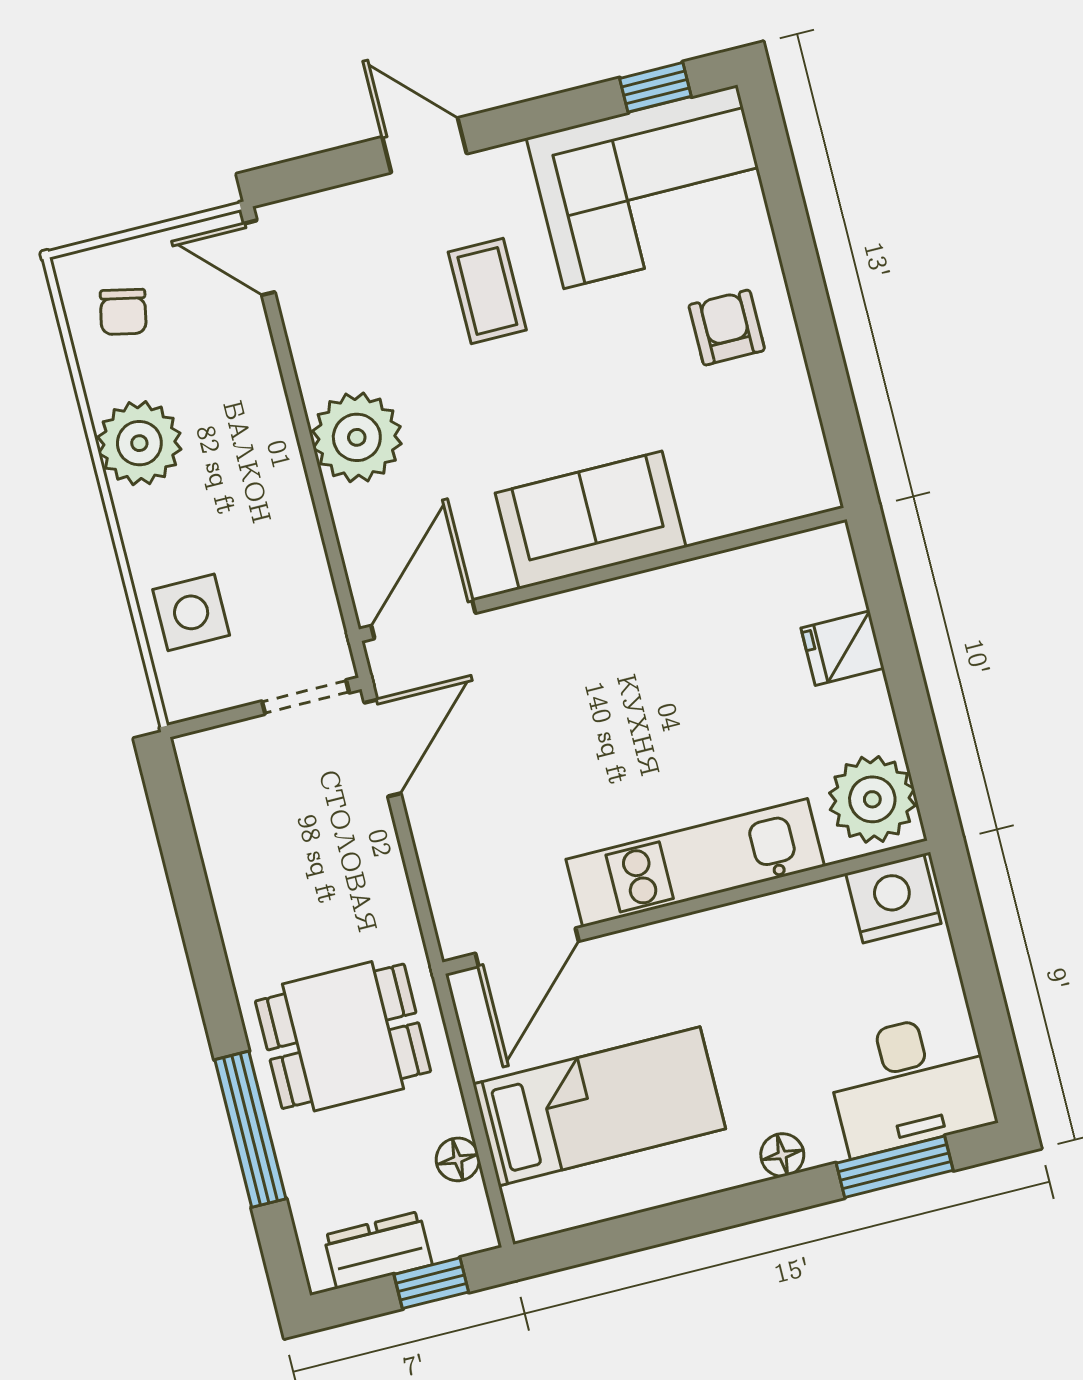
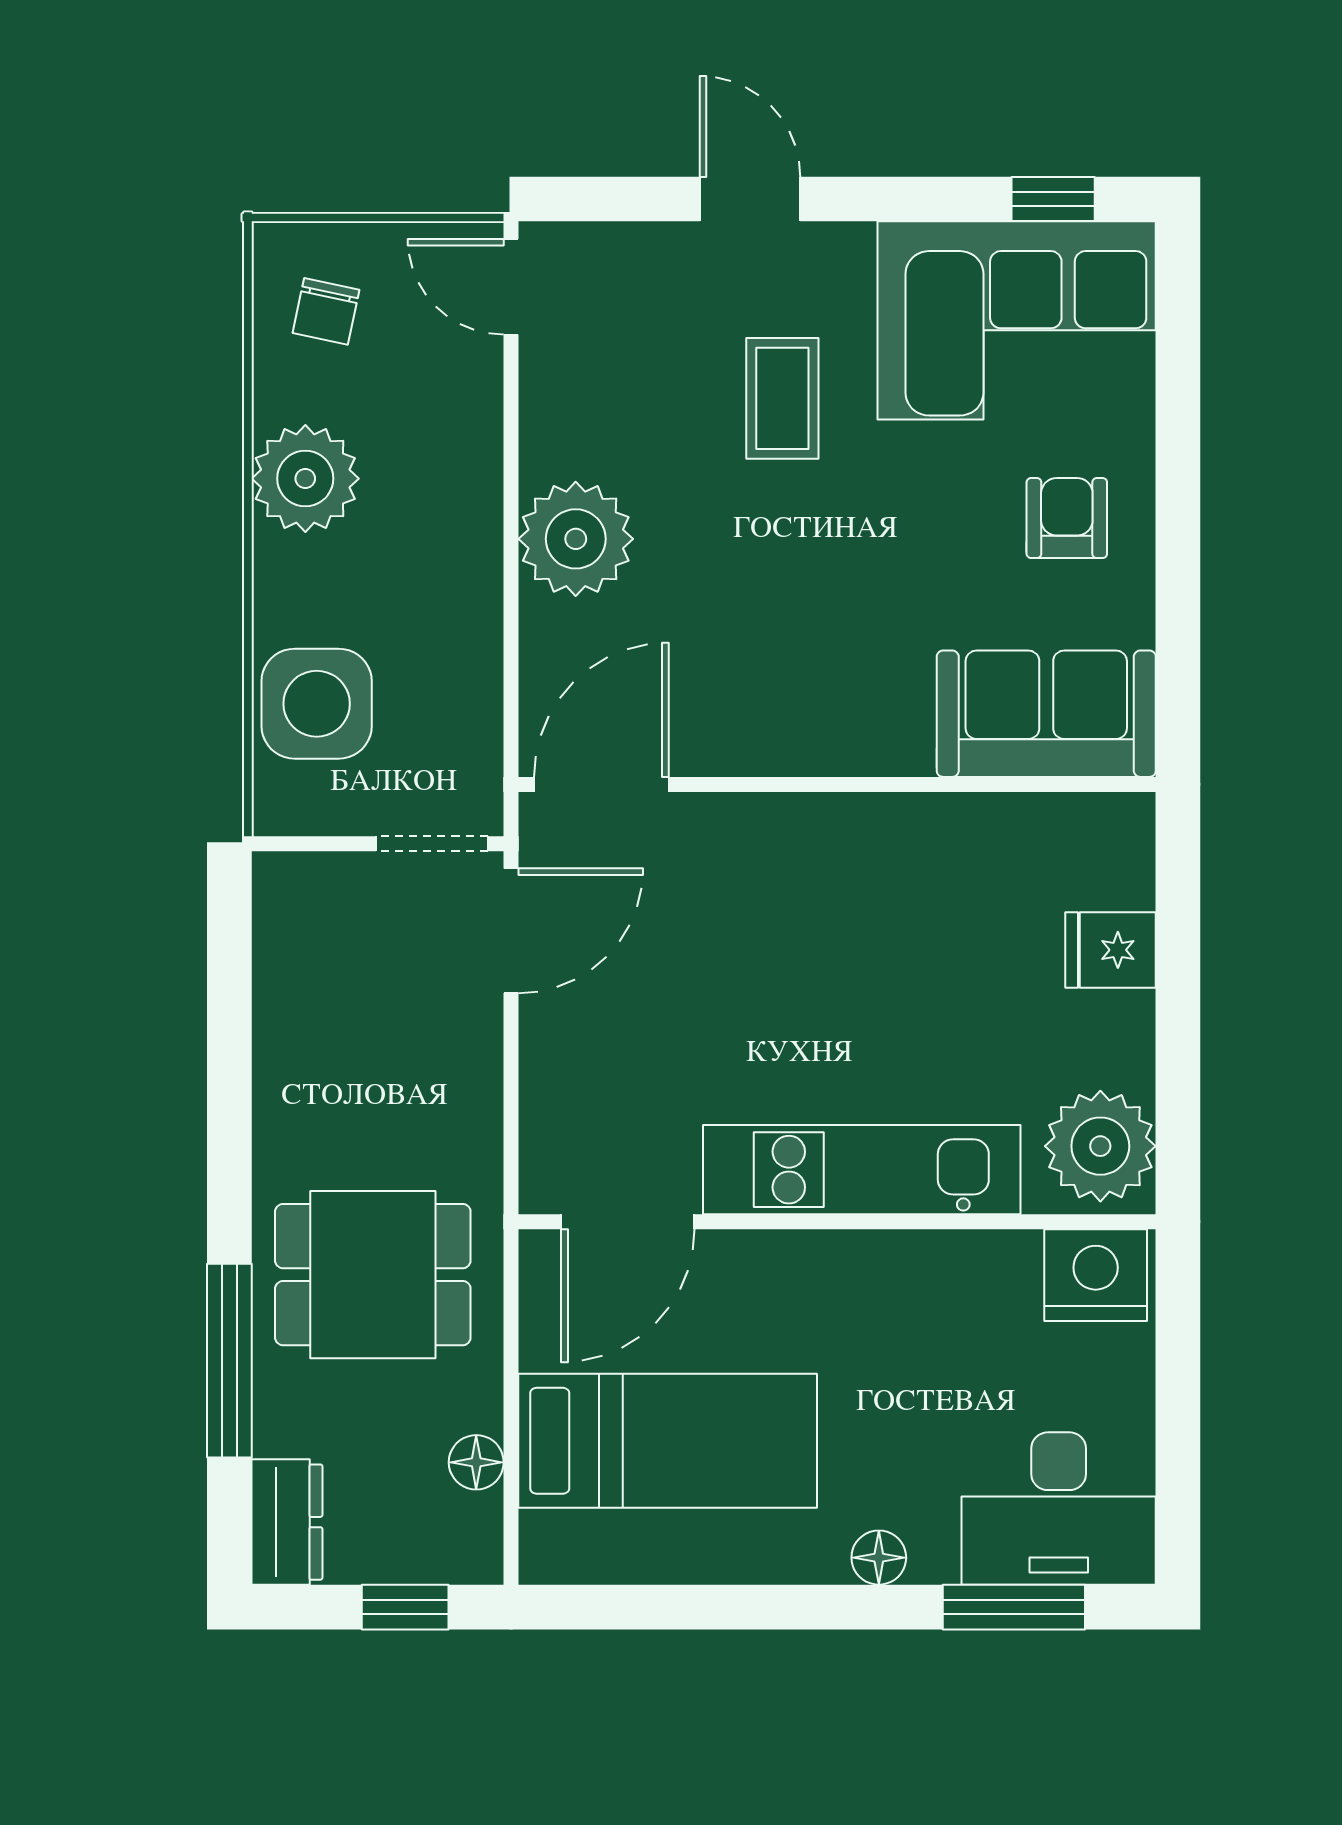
sofa: (591, 520) -> (1046, 714), moved
side table: (191, 612) -> (317, 704), width x1.37, depth x1.37
dresser: (378, 1250) -> (287, 1522), moved, turned 90

